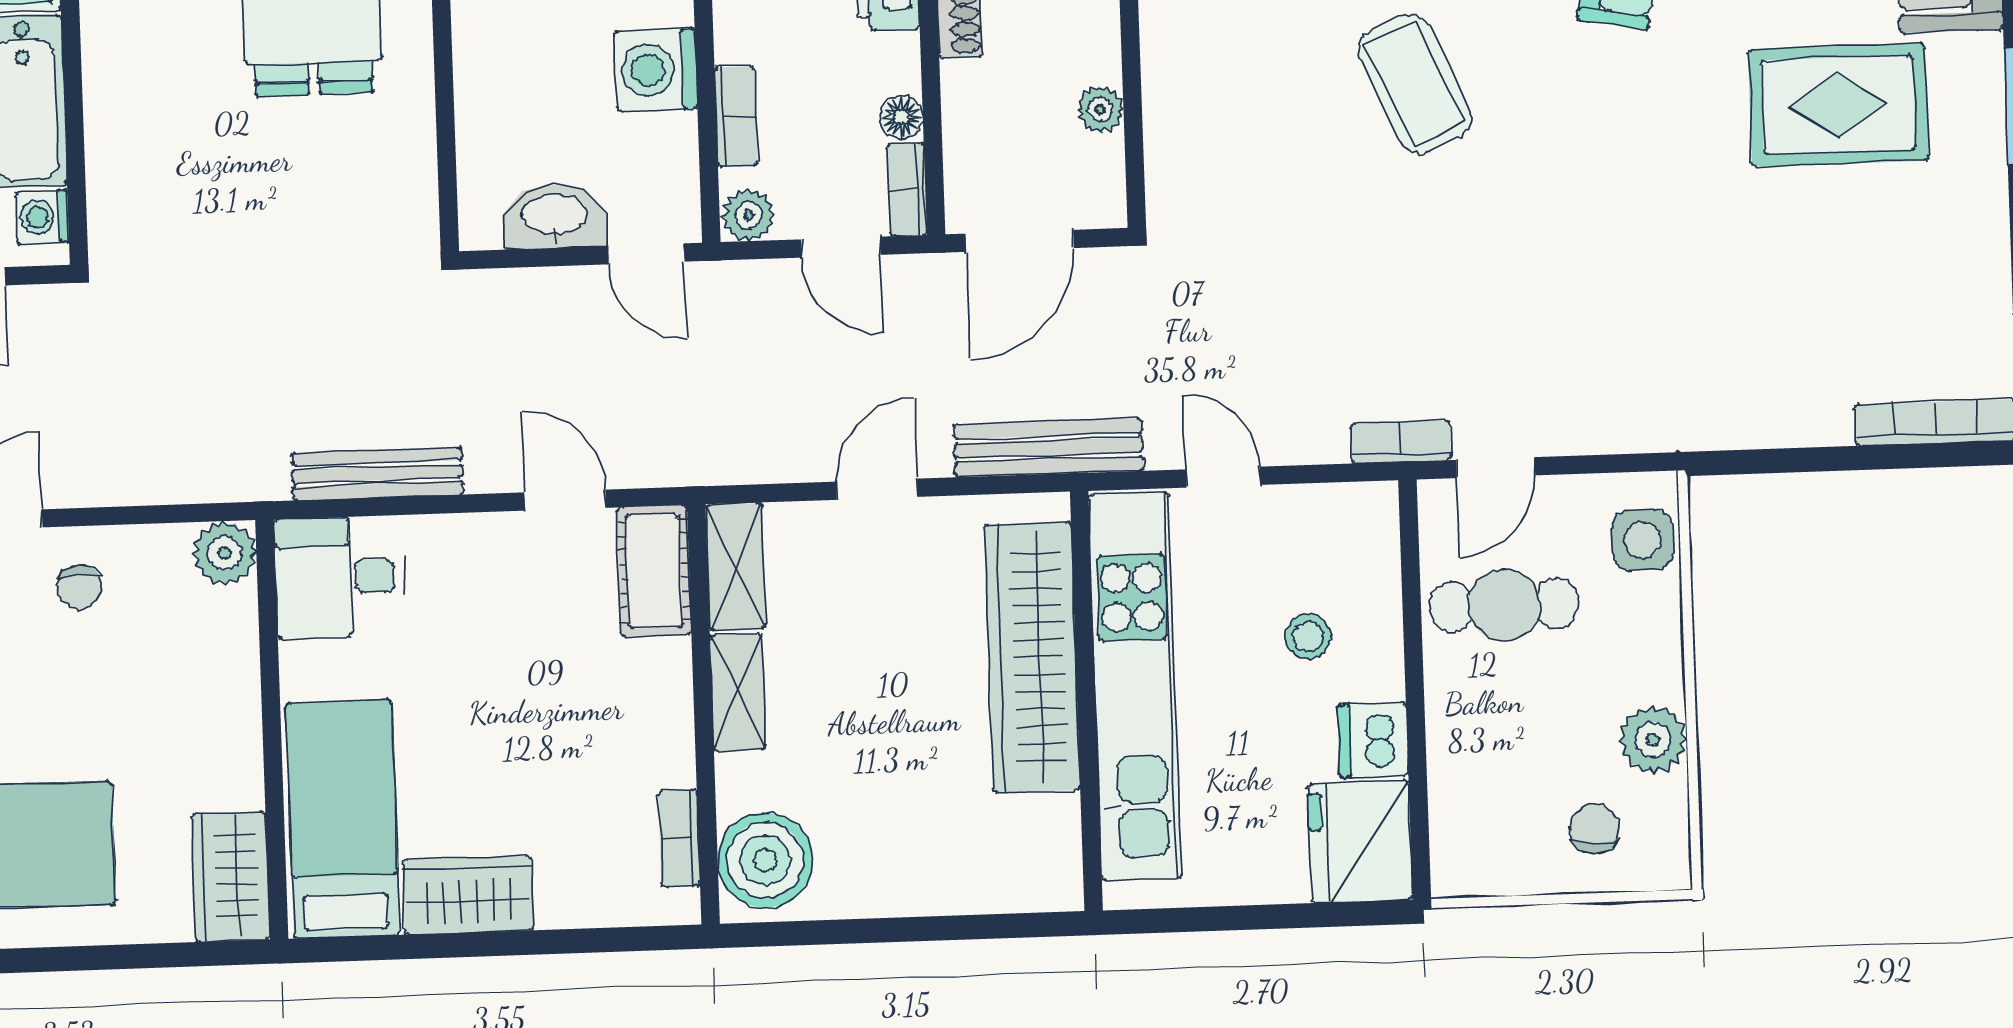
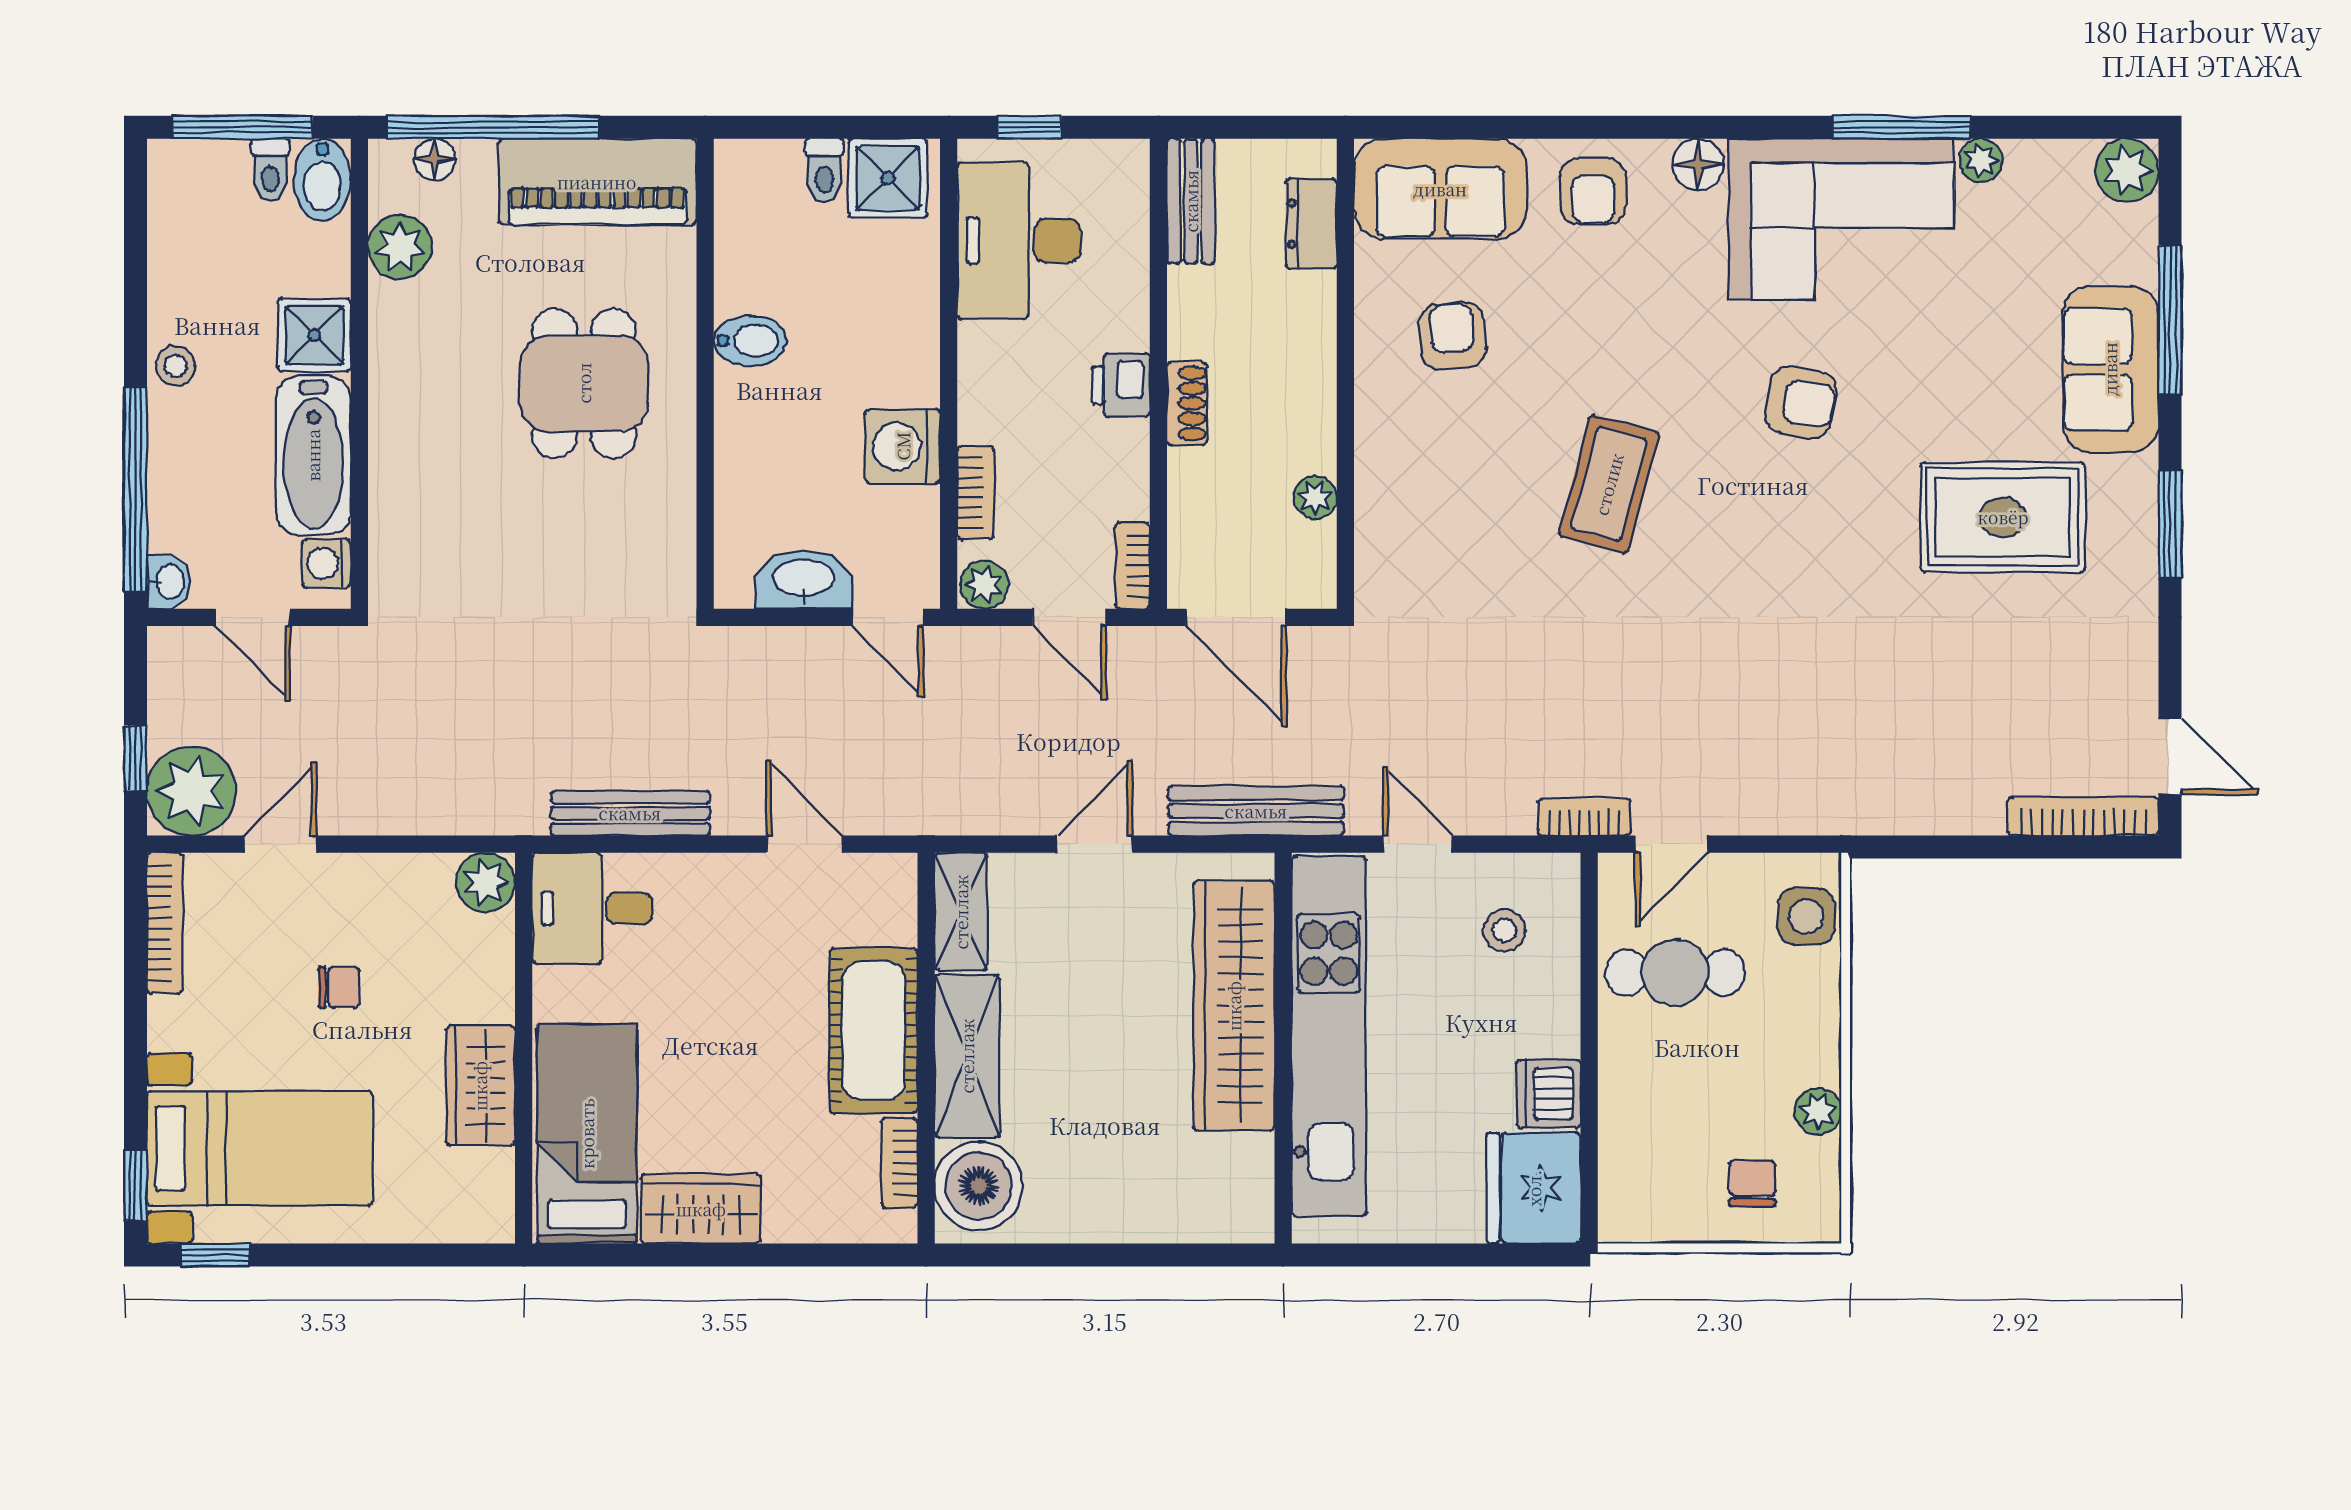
coffee table: (1415, 84) -> (1609, 484), turned 39
floor lamp: (901, 117) -> (1130, 498), removed
door: (1020, 241) -> (1236, 617), hinge flipped
cot: (654, 571) -> (874, 1031), moved, width x1.37, depth x1.34
chair: (79, 587) -> (339, 987), moved, turned -90
stool: (1308, 637) -> (1504, 930), moved
shelving: (738, 692) -> (967, 1056), width x1.50, depth x1.33
plant: (1653, 740) -> (1818, 1111), width x0.73, depth x0.73
wardrobe: (231, 877) -> (480, 1086), moved

